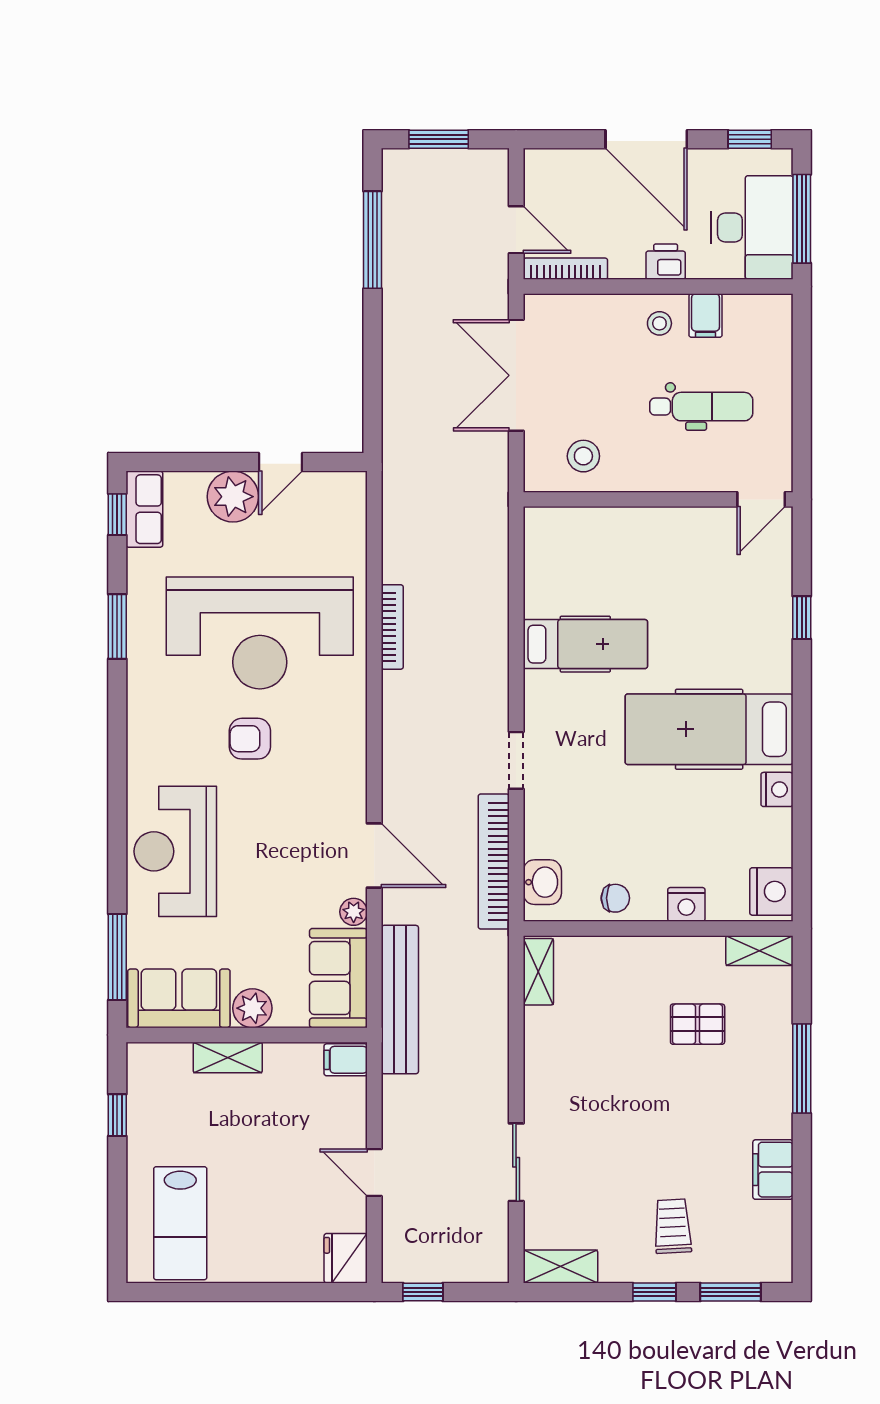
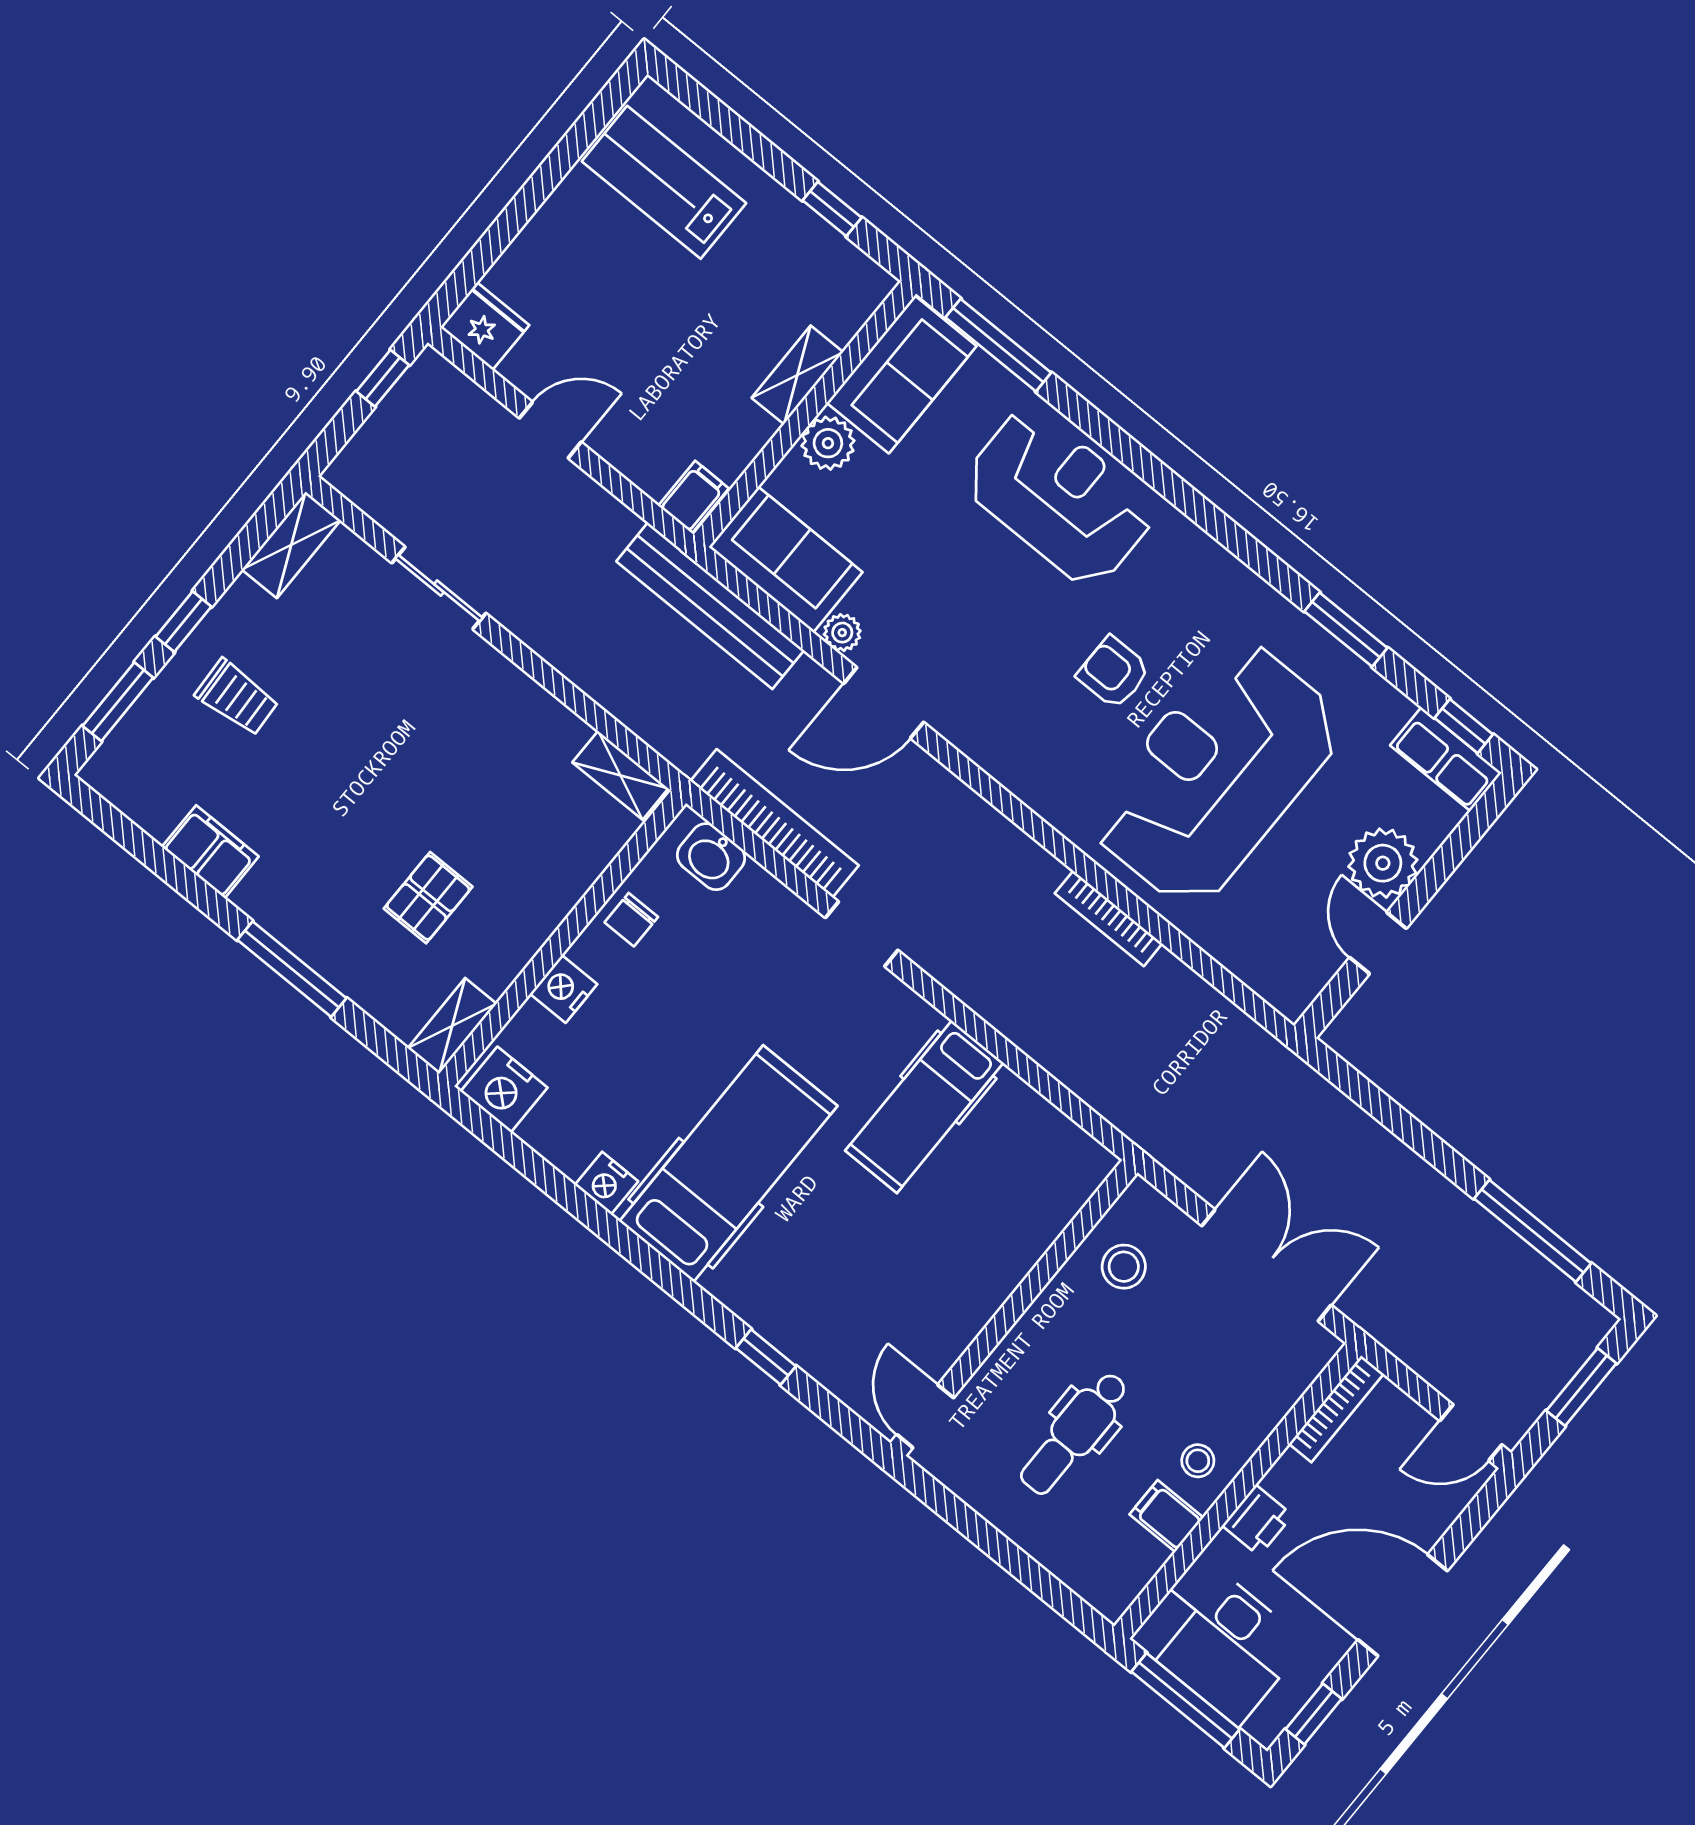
door: (516, 230) -> (1471, 1433), moved
armchair: (250, 739) -> (1114, 673), turned -90

